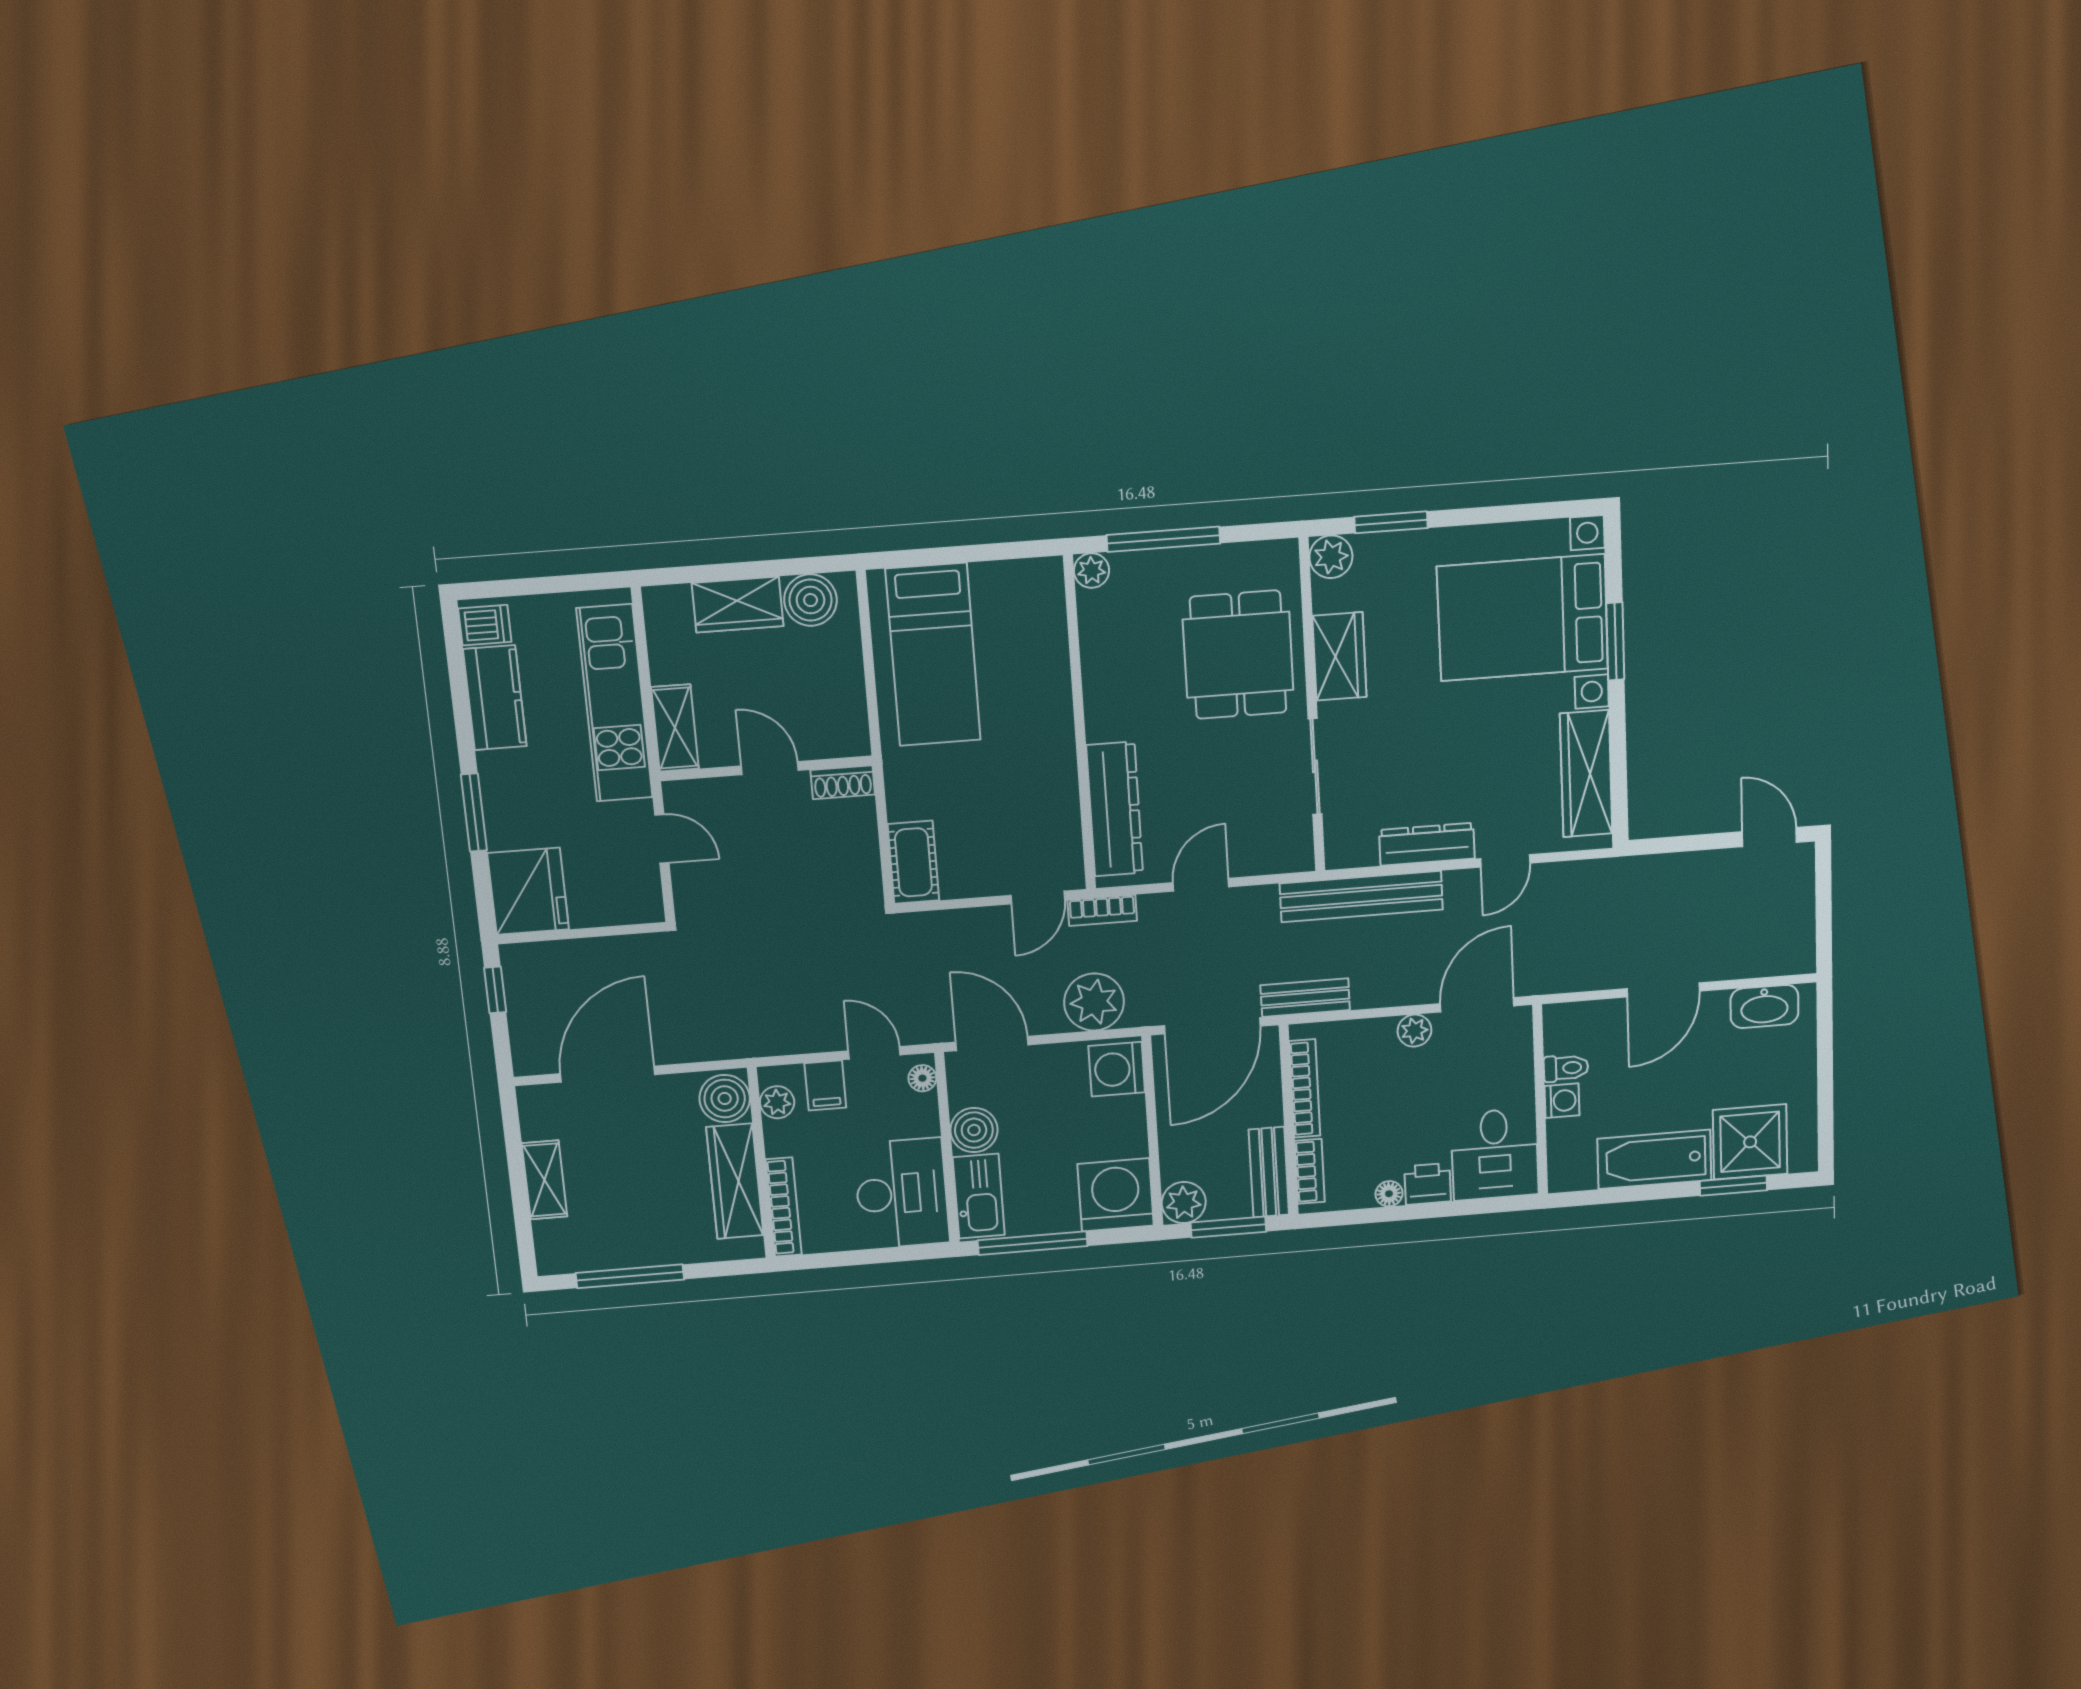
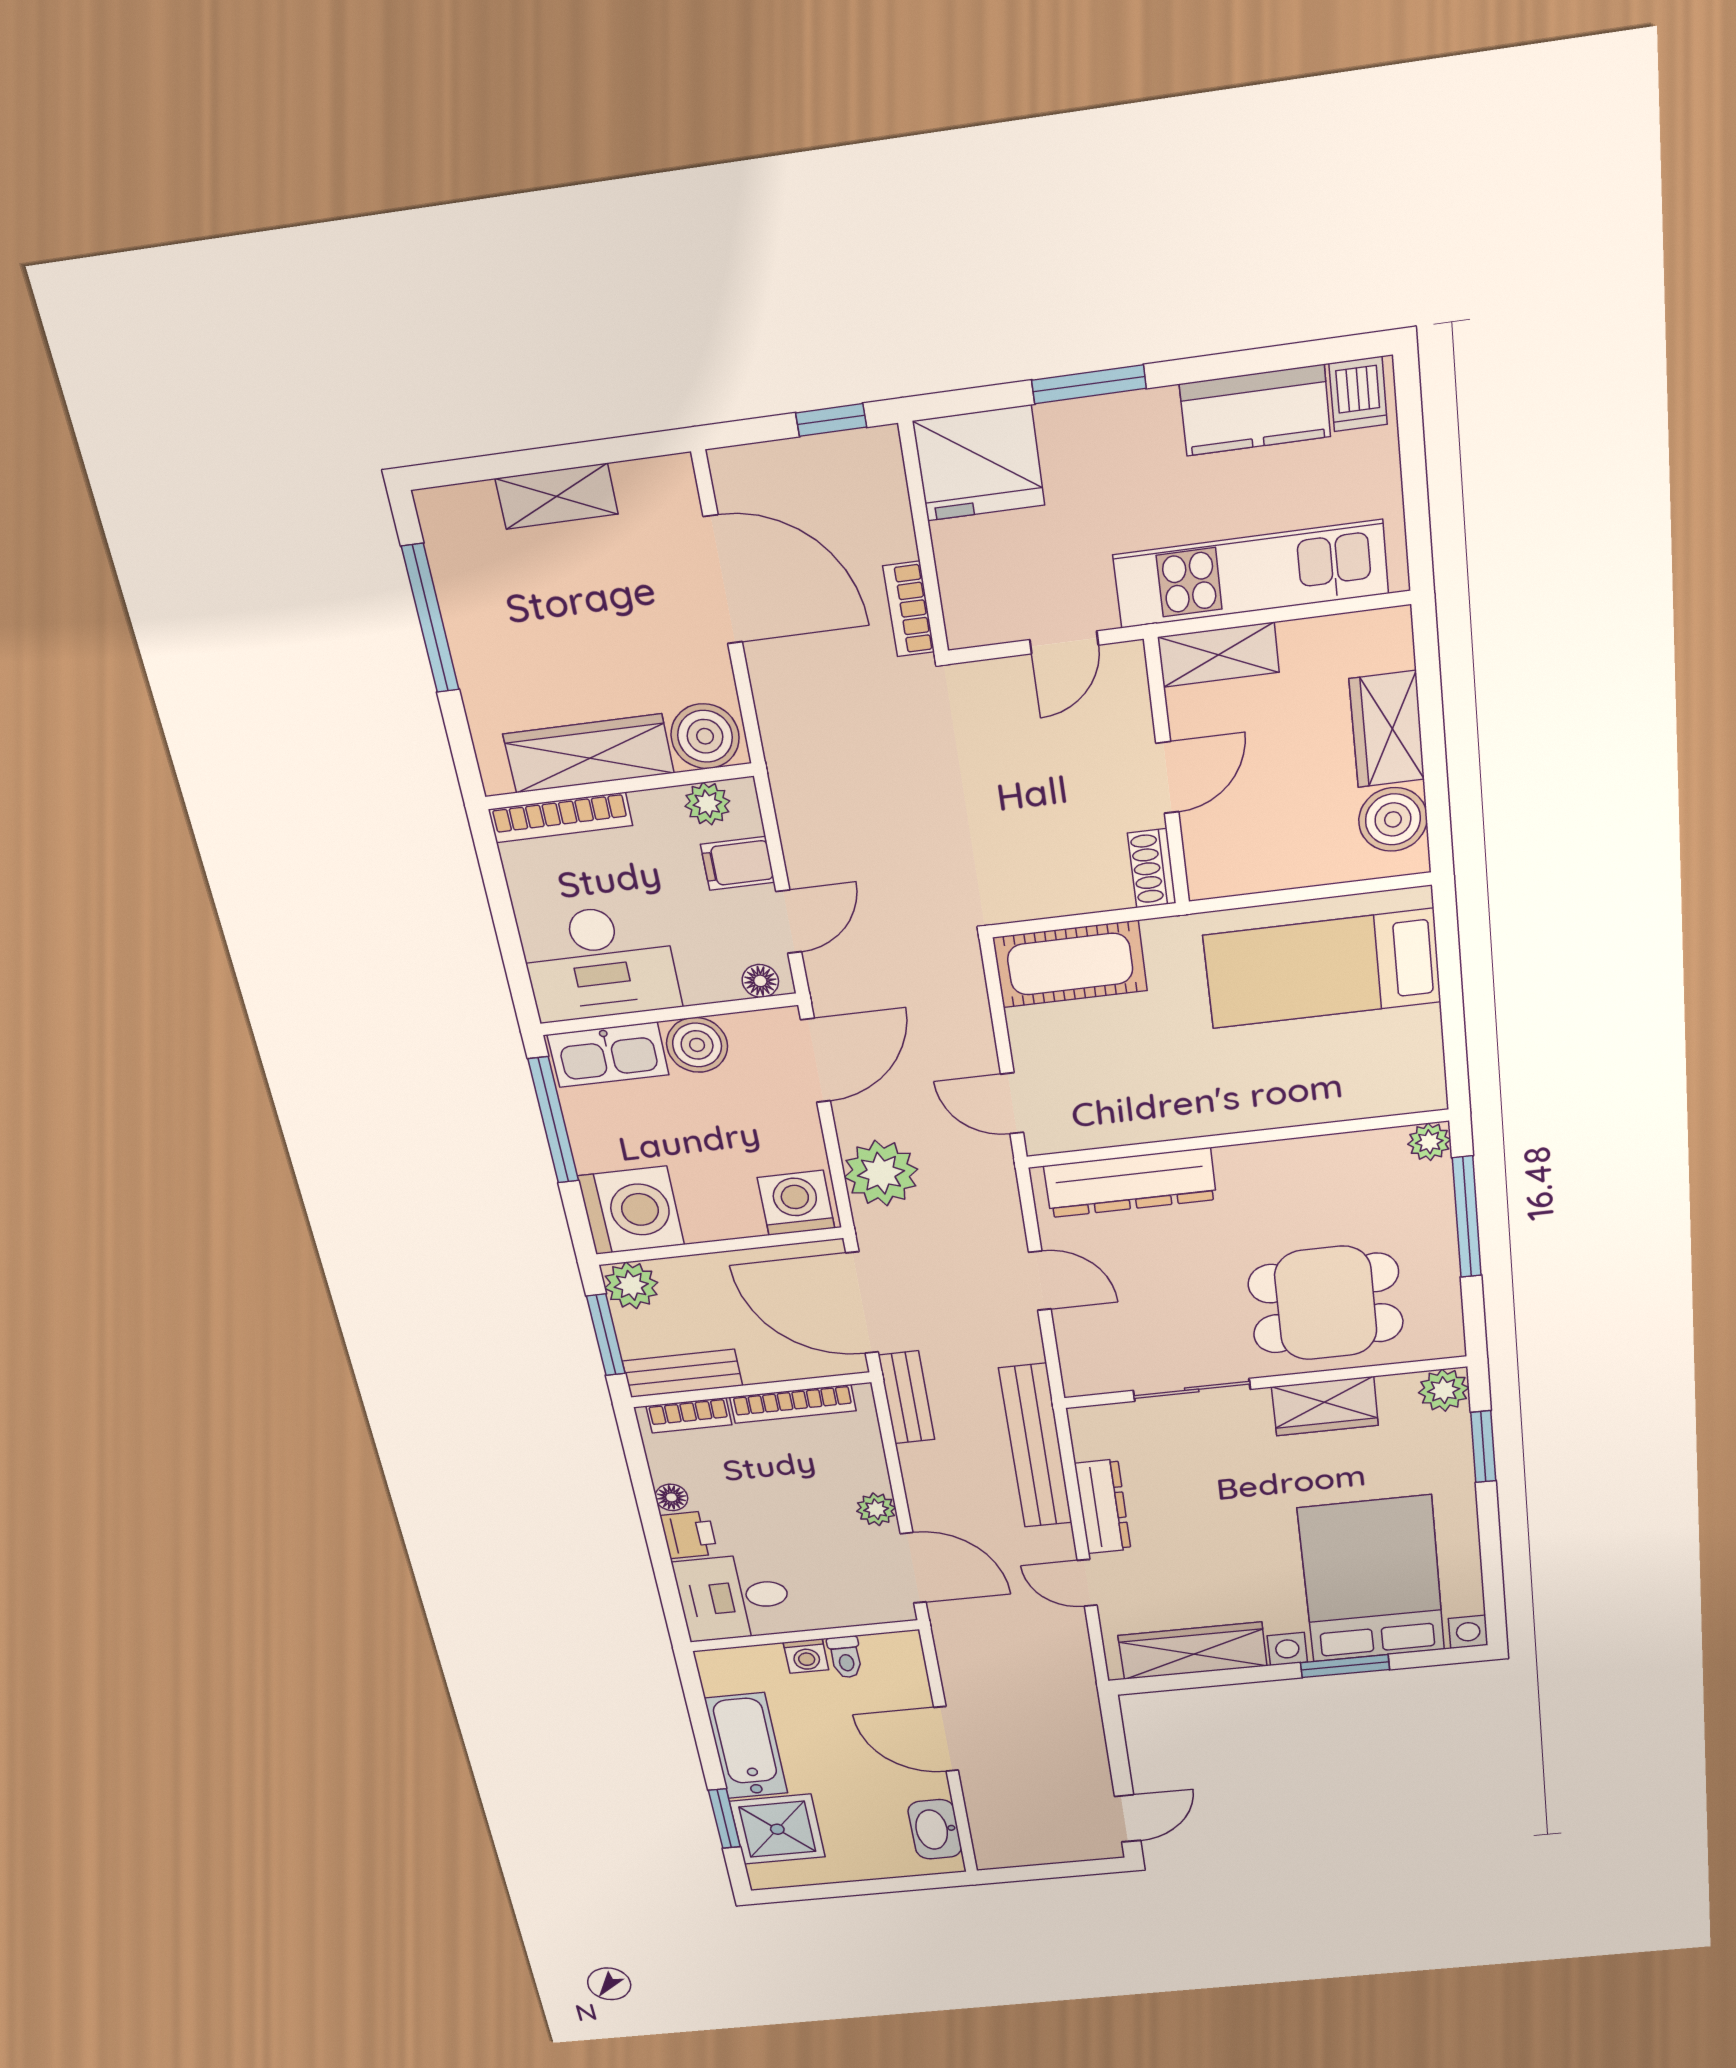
cot: (913, 862) -> (1070, 964), width x1.37, depth x1.34
bookcase: (1102, 910) -> (909, 609), moved

